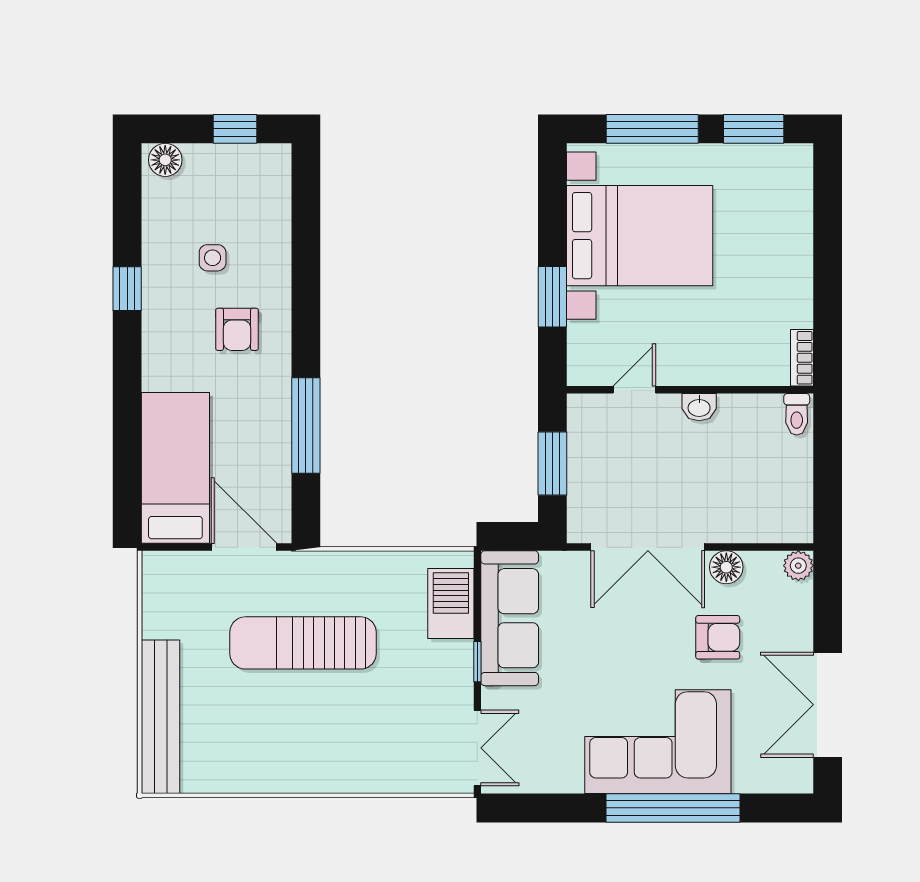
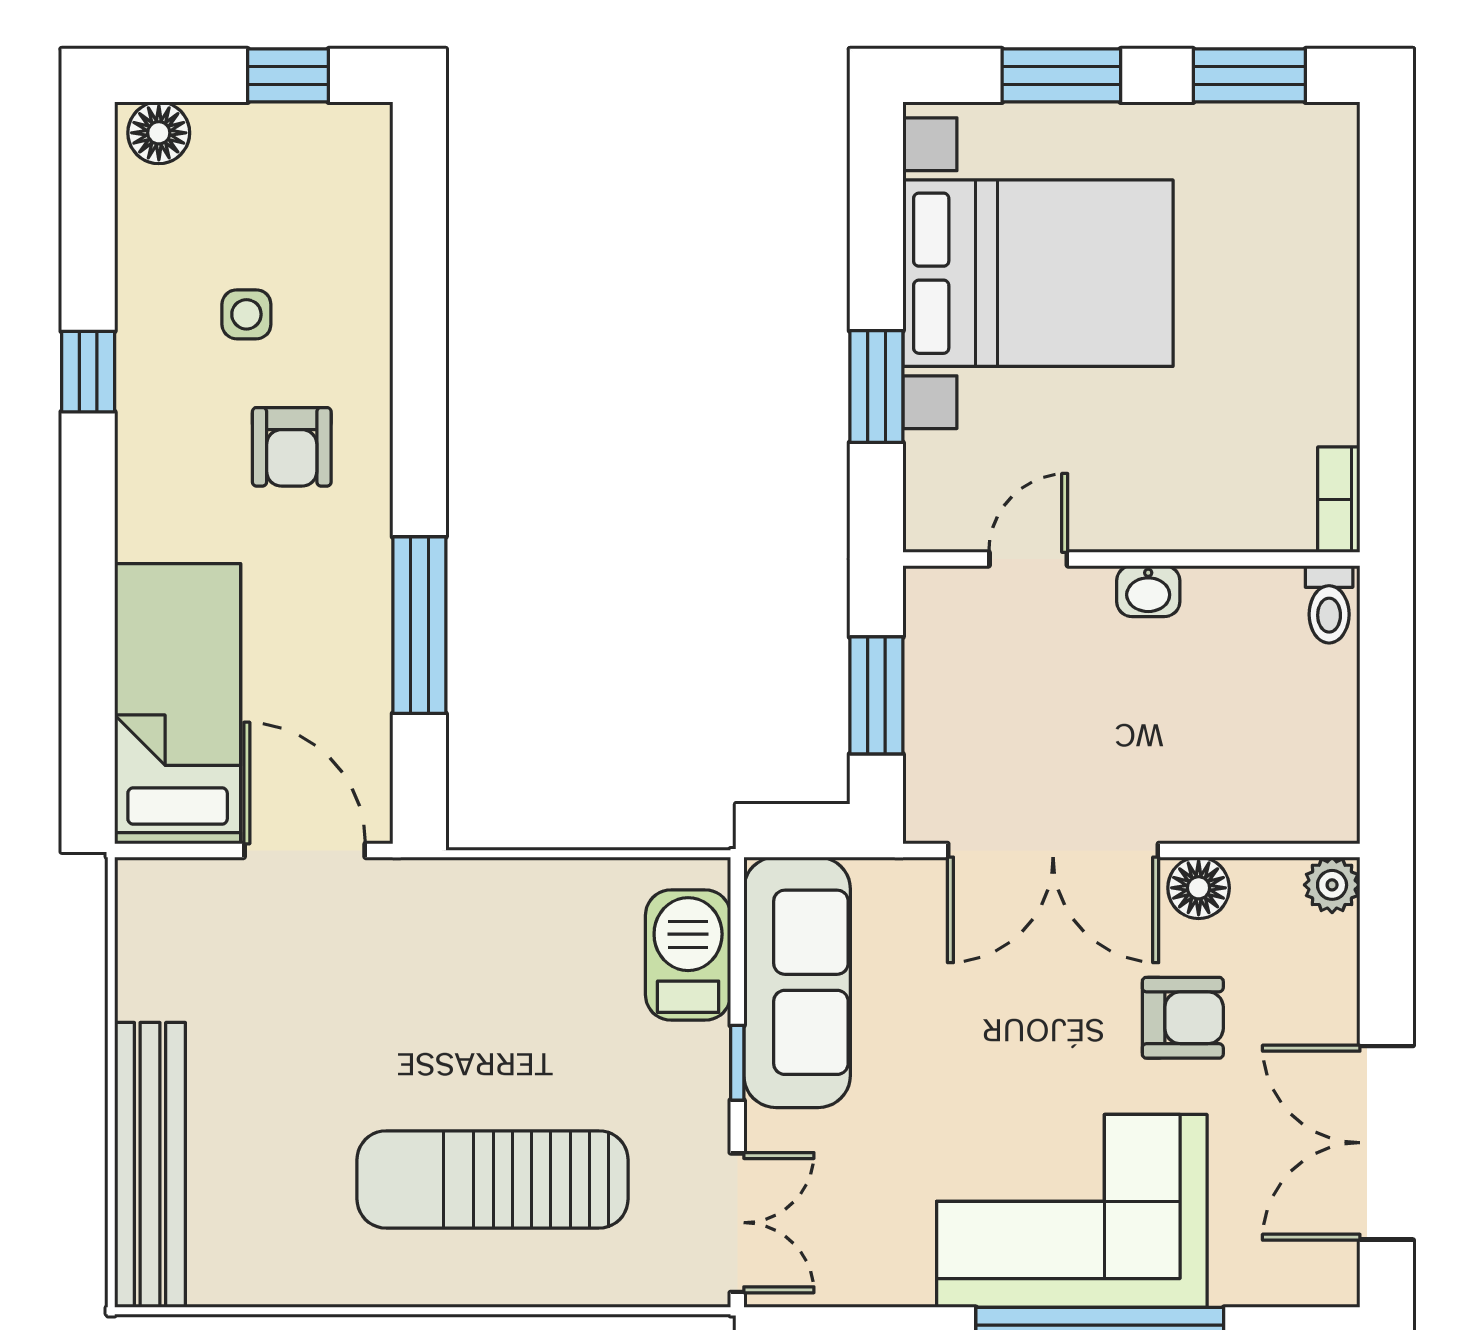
window: (652, 129) -> (1061, 75), width x0.69
sun lounger: (303, 643) -> (493, 1179), moved

